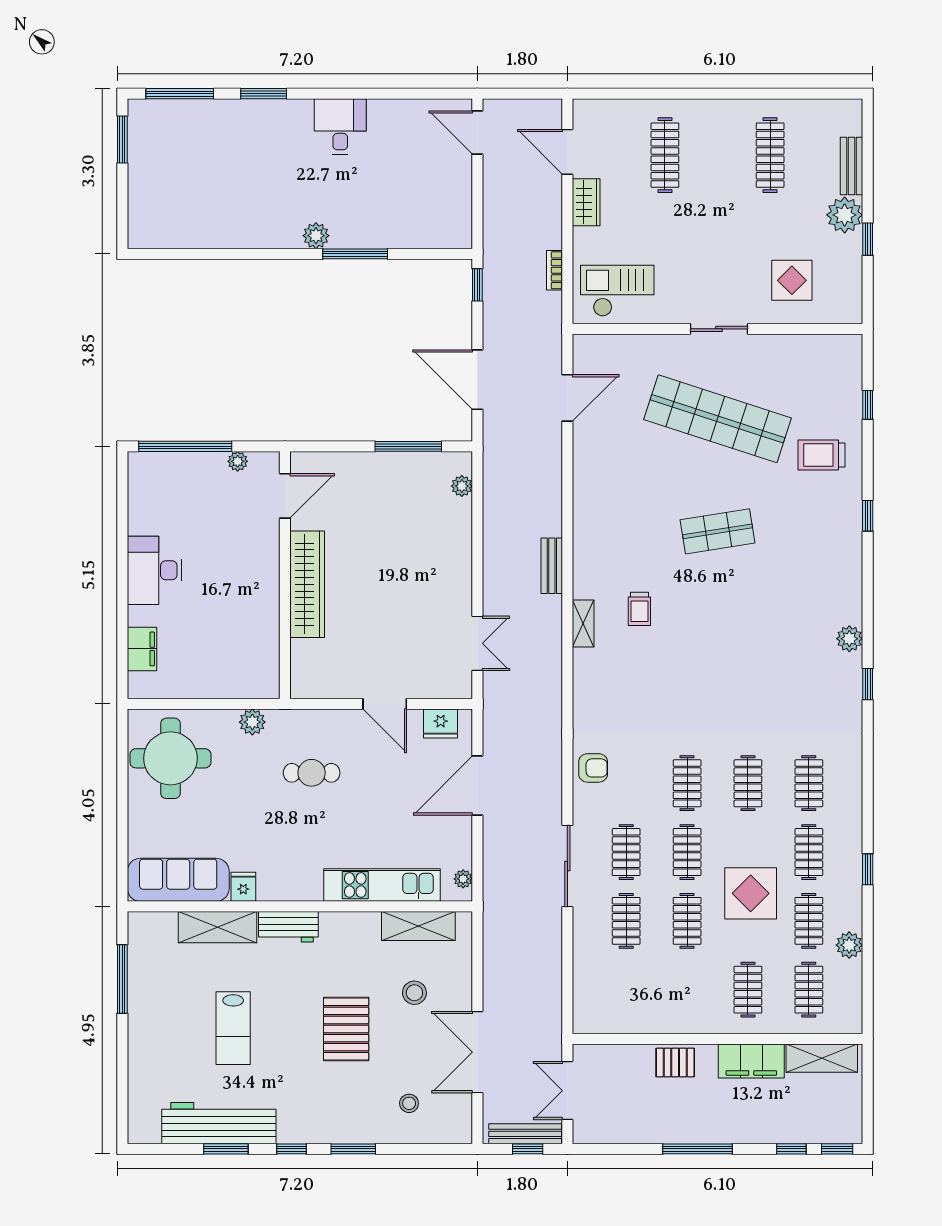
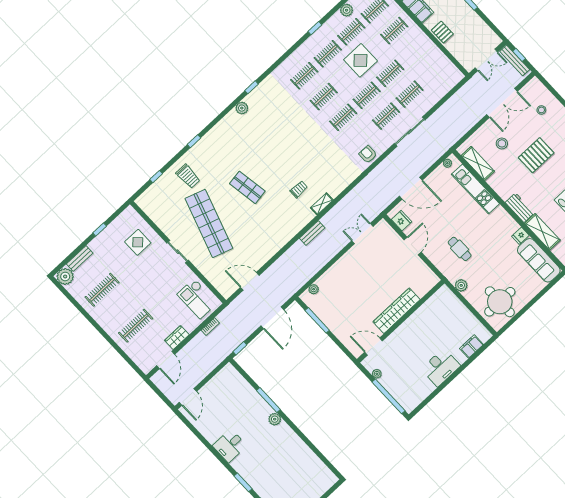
plant: (845, 215) -> (65, 277), moved

